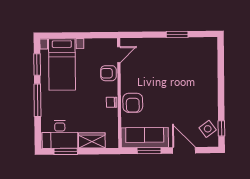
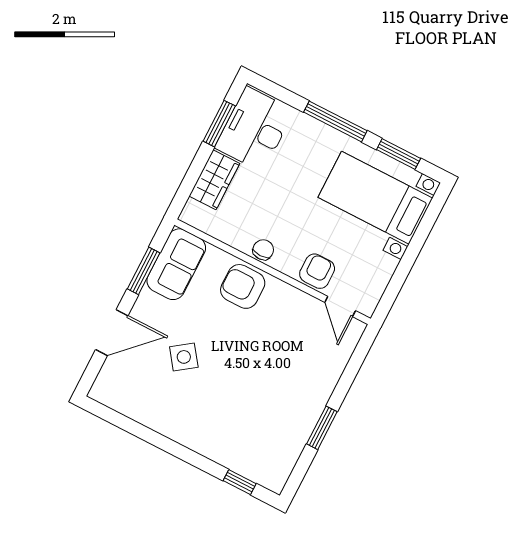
window: (221, 128) -> (240, 482), moved
side table: (208, 129) -> (184, 357), moved
sofa: (145, 138) -> (176, 264), width x0.73

